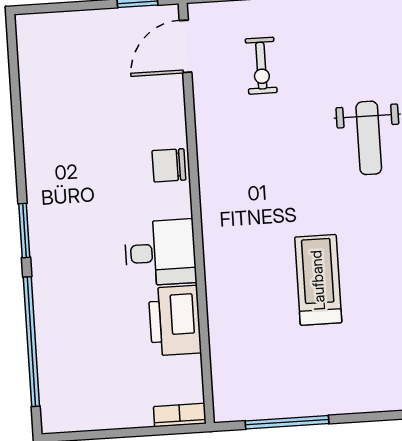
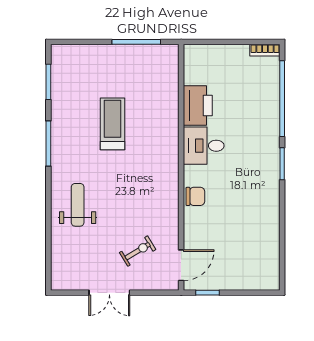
exercise bike: (261, 66) -> (138, 251), turned 59
treadmill: (318, 280) -> (112, 124), turned 180
bookcase: (180, 415) -> (265, 50), moved

